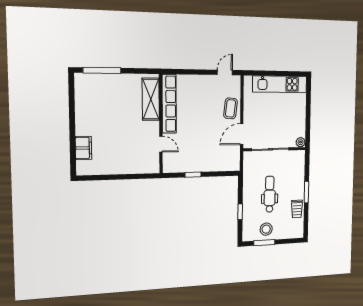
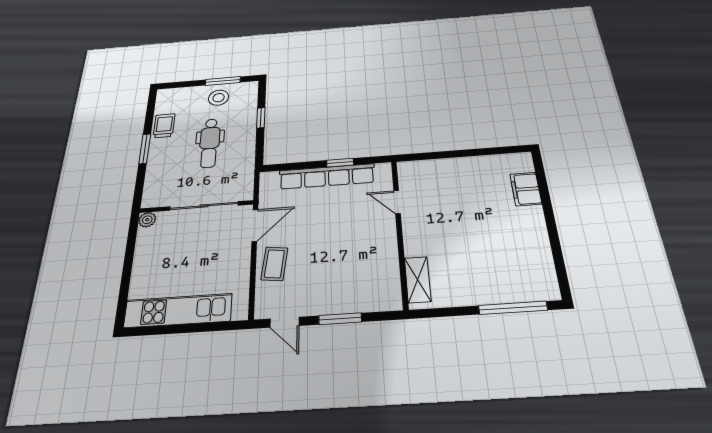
window: (196, 72) -> (340, 319), added
door: (225, 73) -> (284, 322), hinge flipped
shelving: (151, 99) -> (418, 280), width x0.67, depth x0.75
row of seats: (169, 104) -> (327, 176), moved, turned -90

